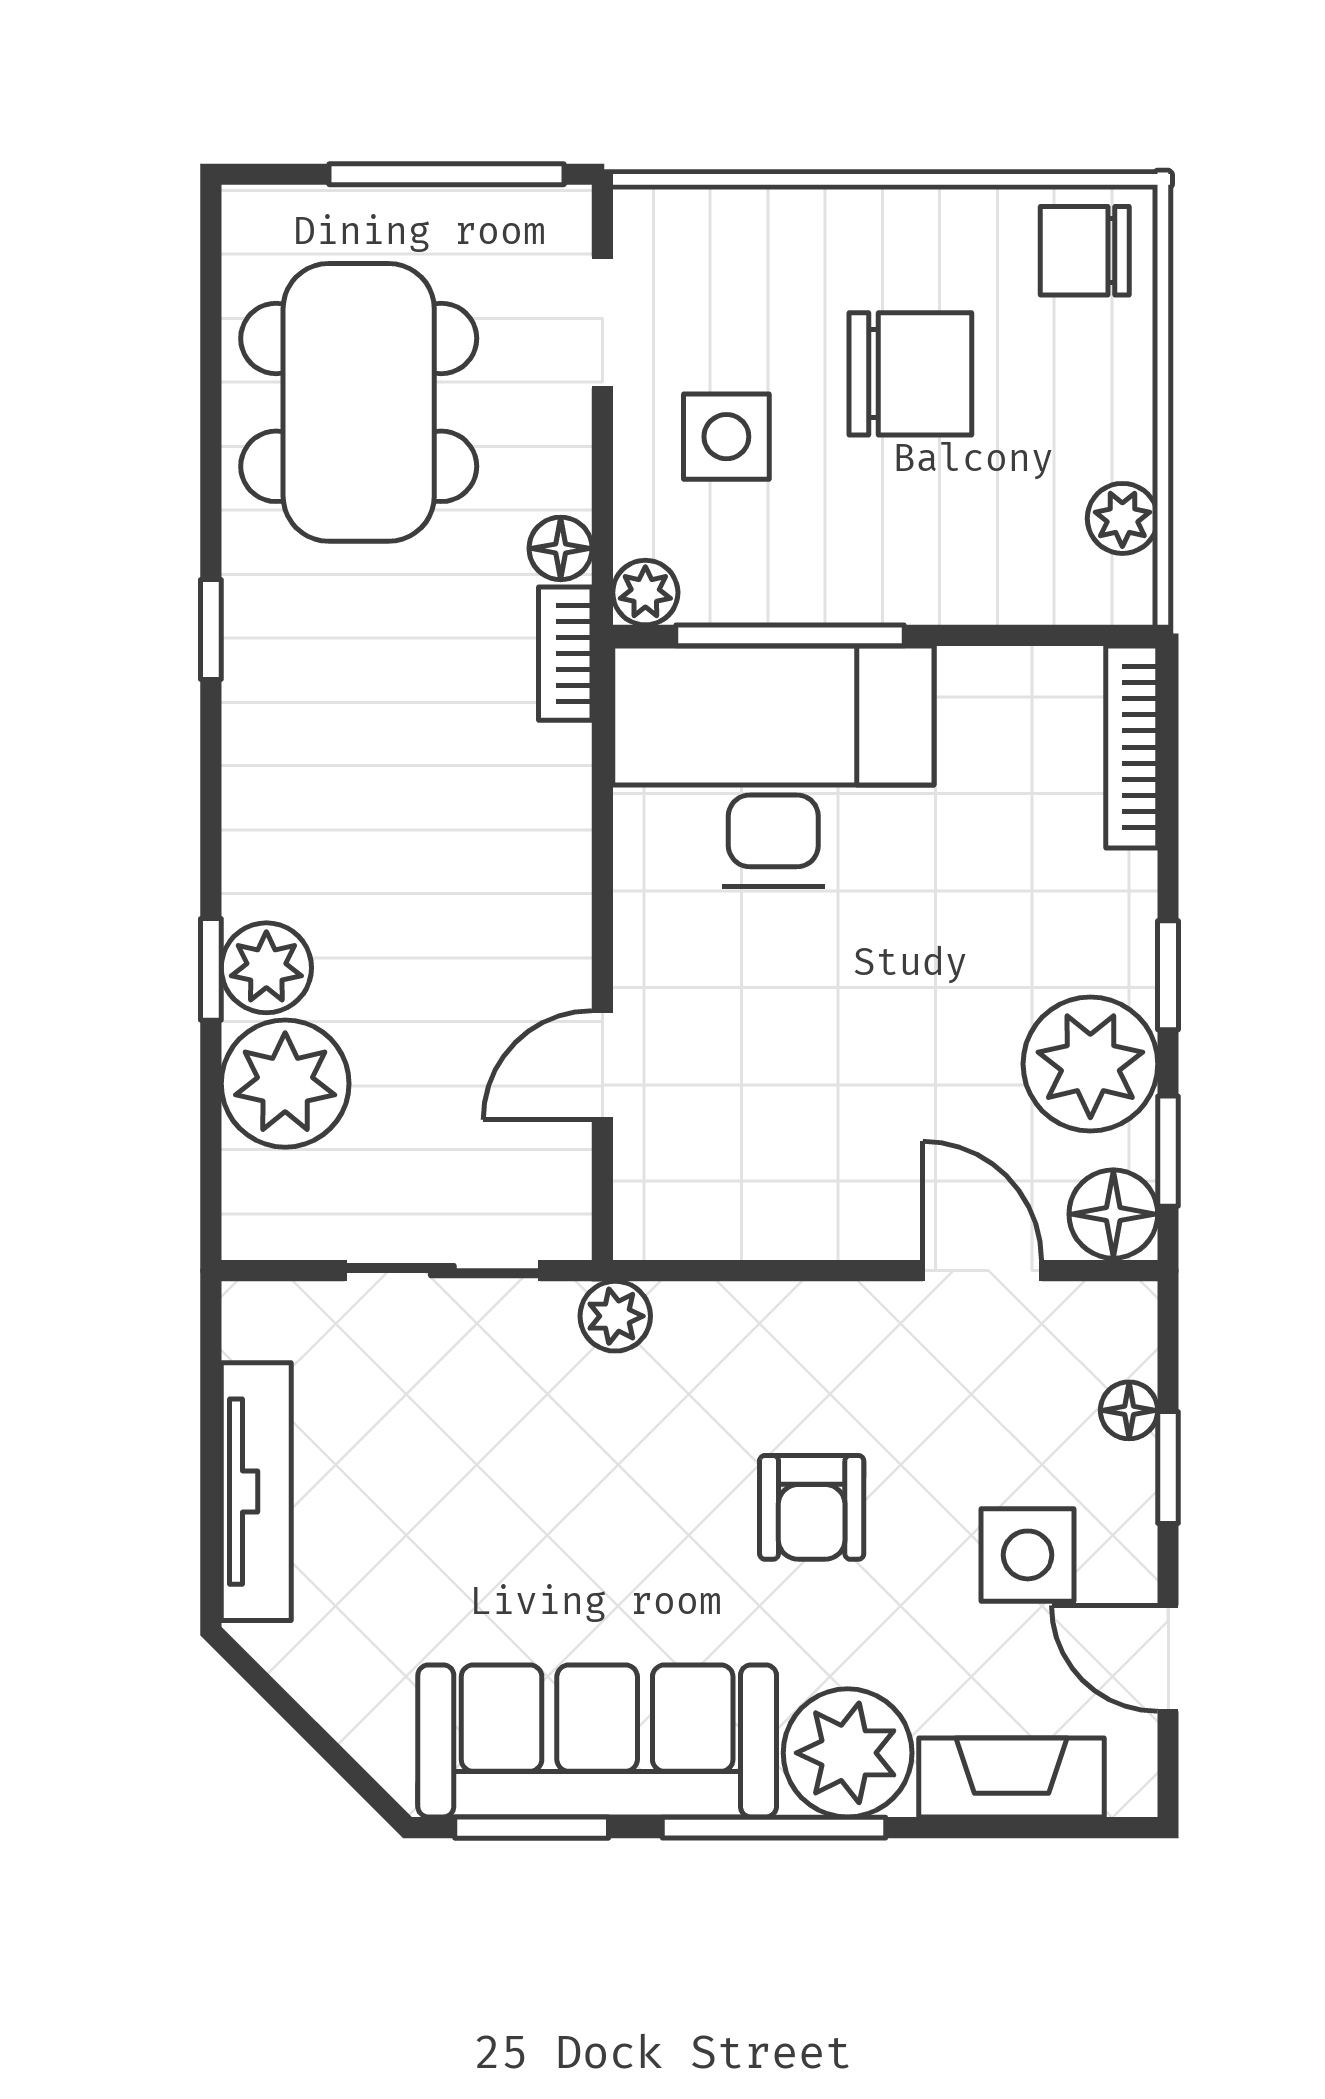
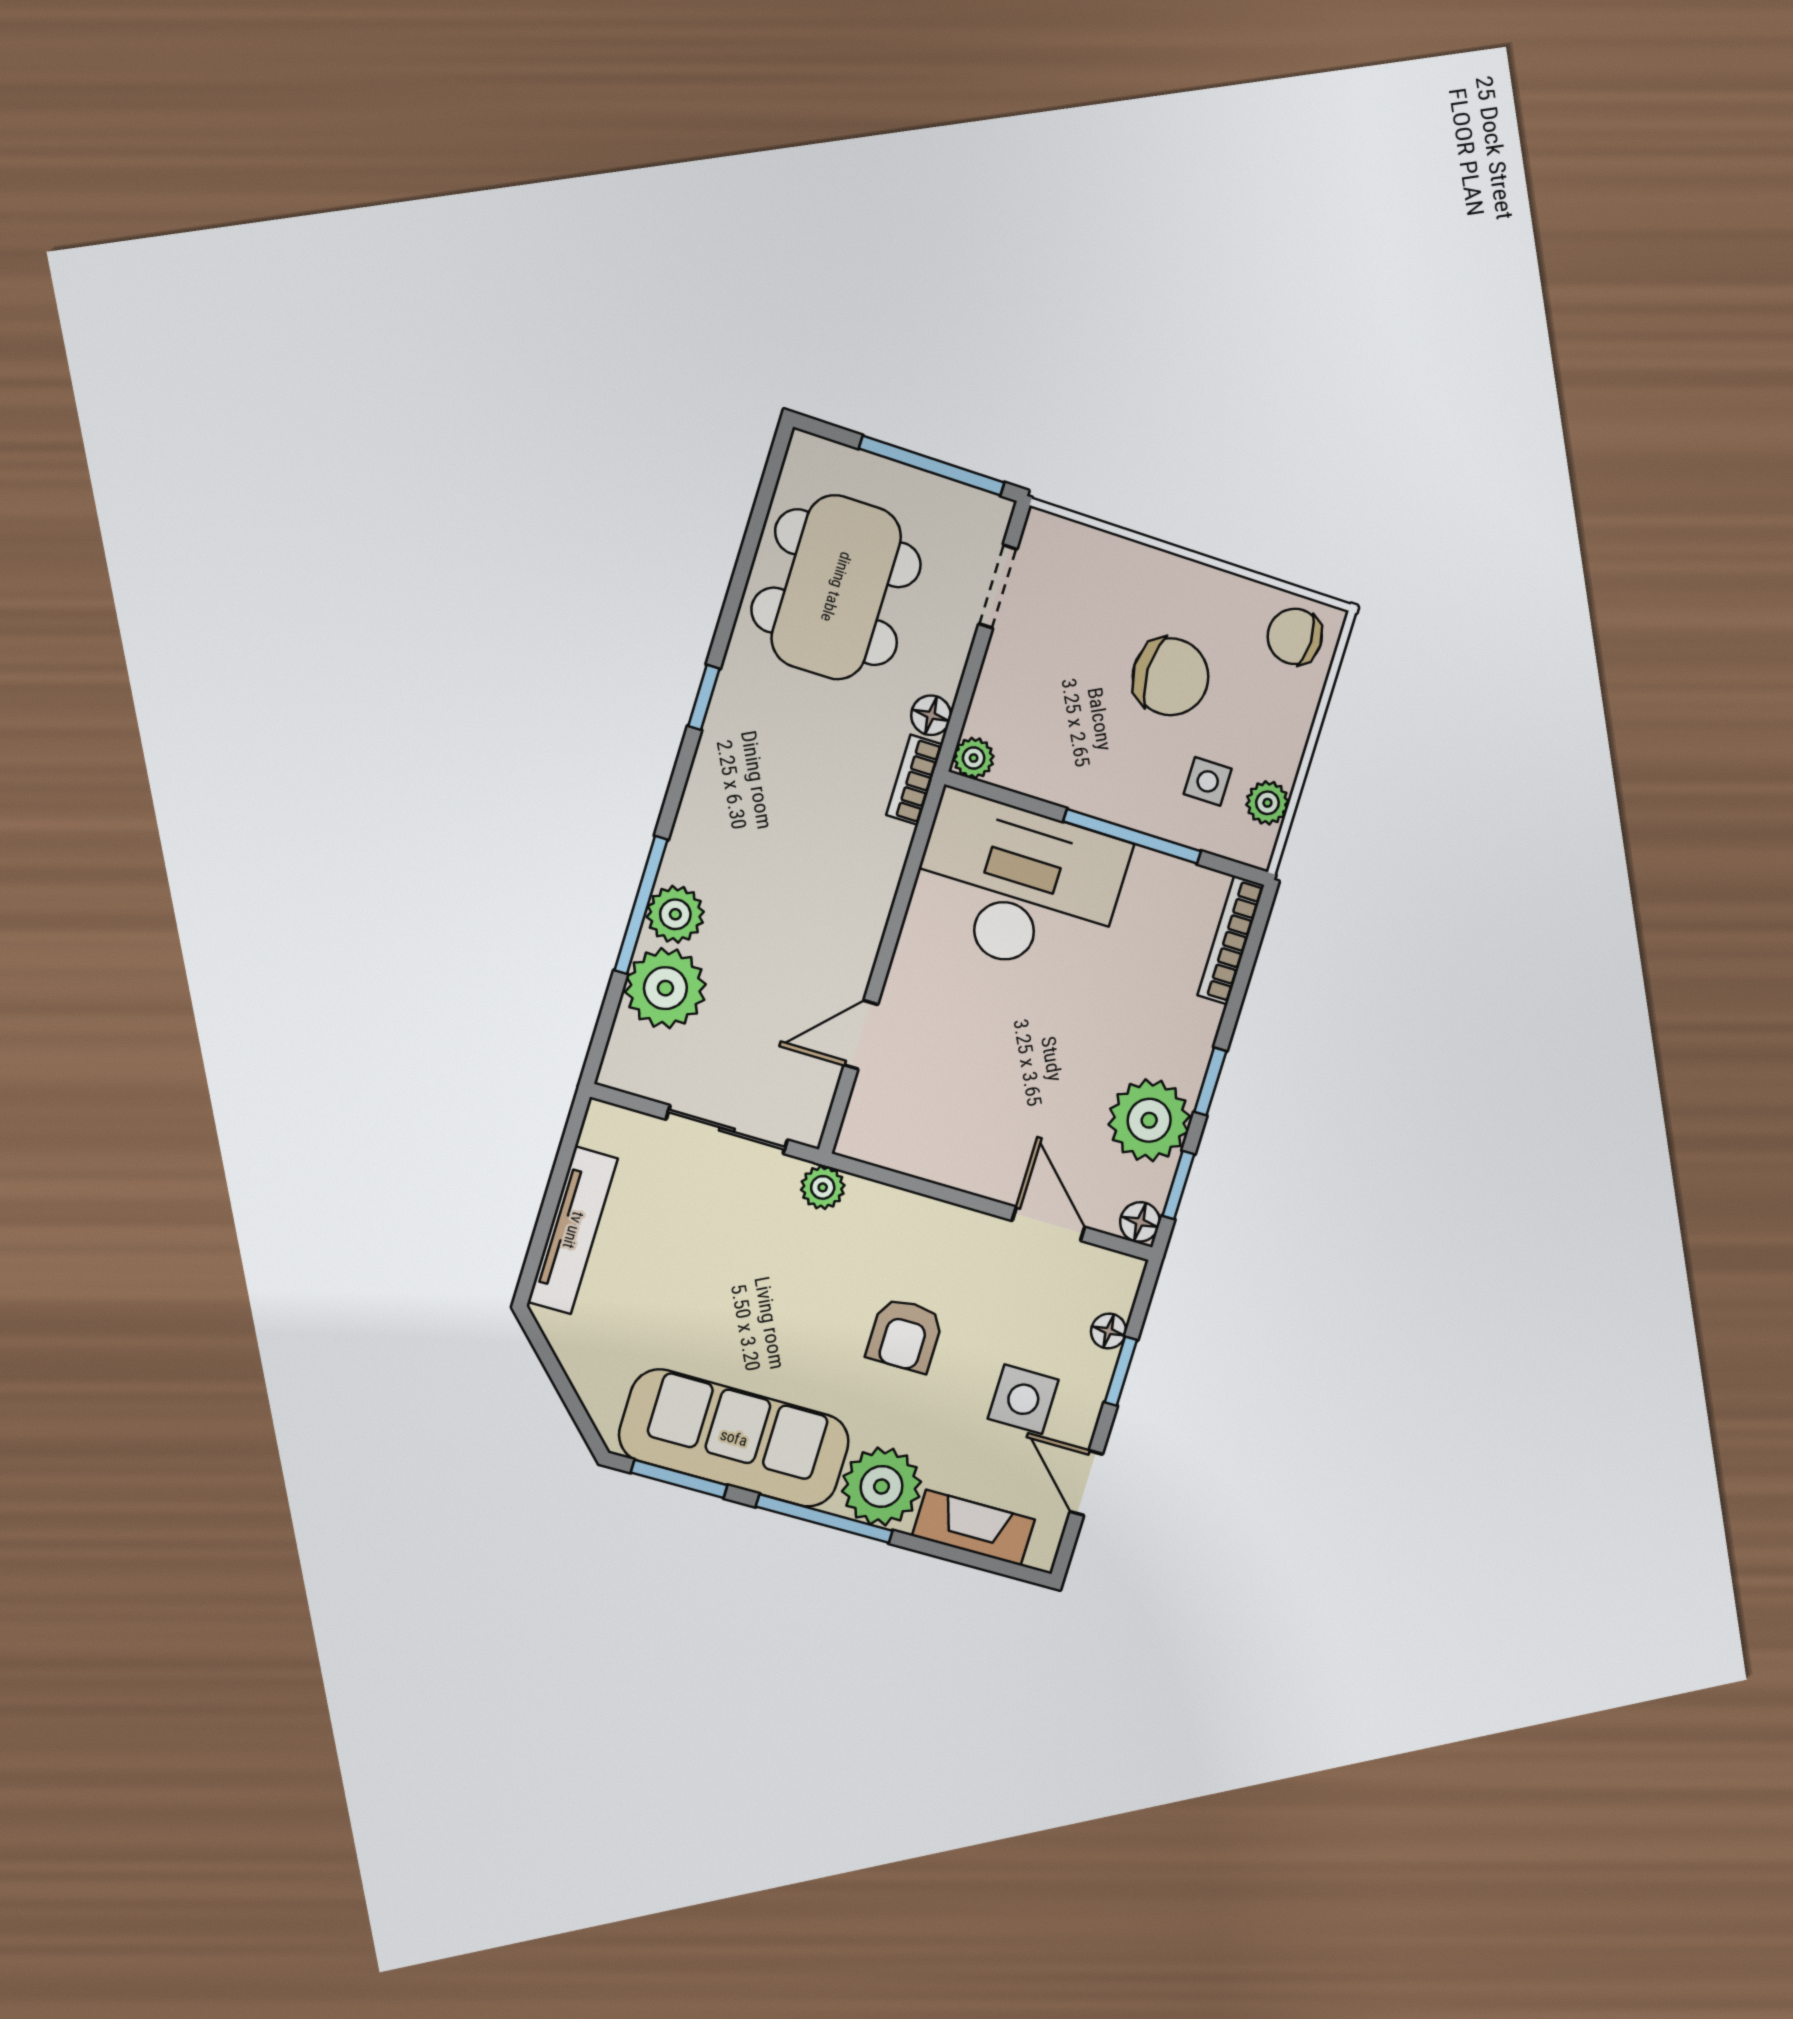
side table: (726, 437) -> (1208, 781), moved, width x0.73, depth x0.73
window: (790, 635) -> (1132, 836), moved
window: (211, 969) -> (641, 905), width x2.17
floor lamp: (1113, 1214) -> (1140, 1222), width x0.73, depth x0.73

